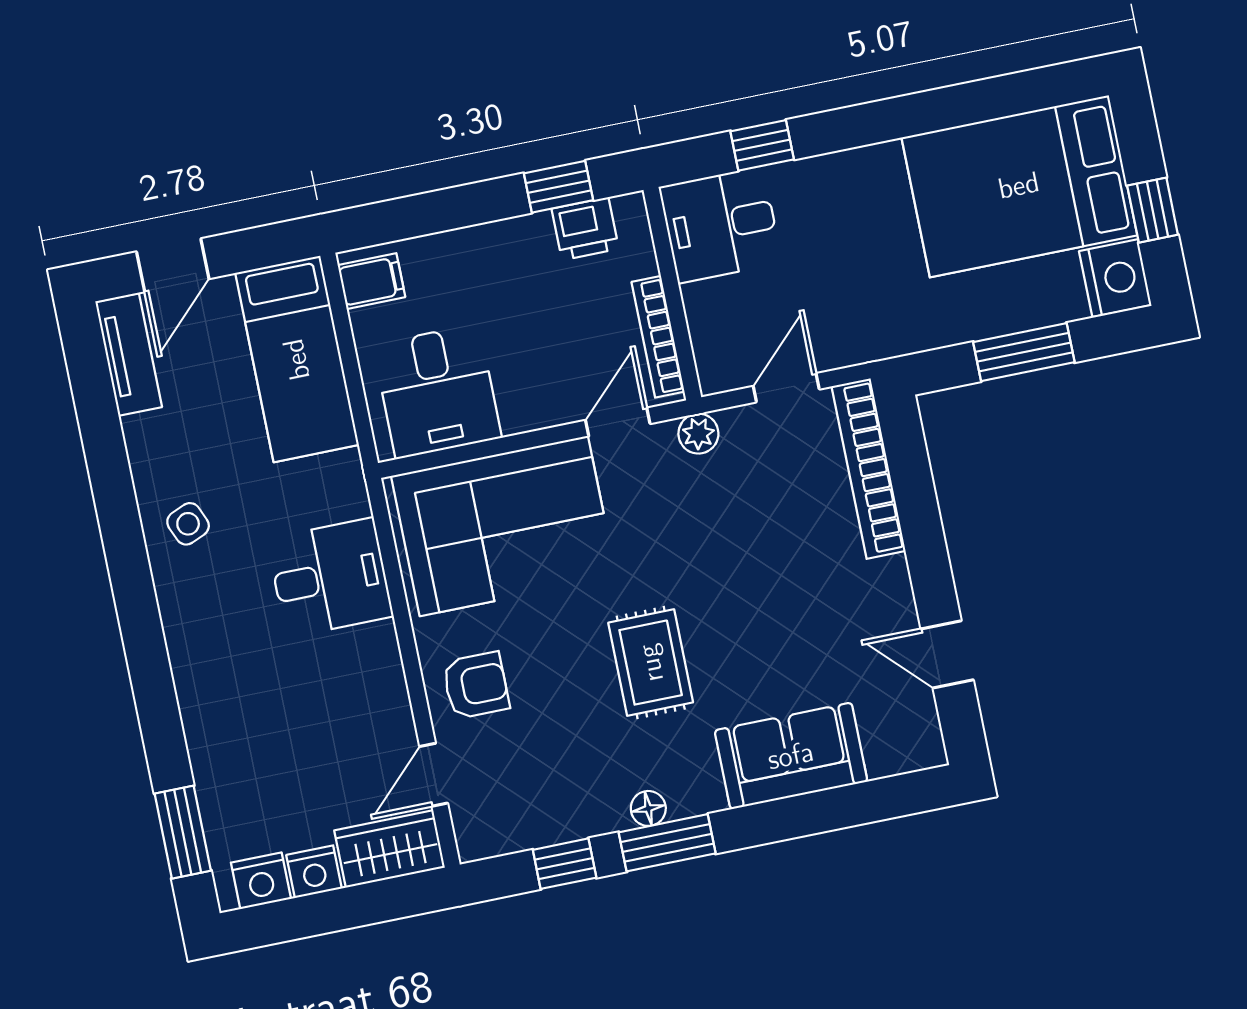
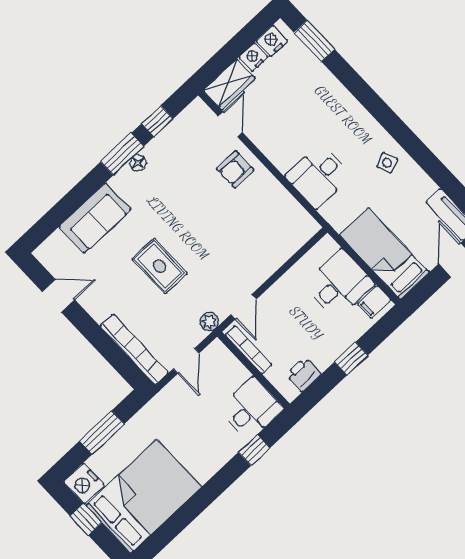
window: (559, 187) -> (351, 359), moved
desk: (437, 391) -> (339, 284), moved, turned 90
corner sofa: (504, 526) -> (263, 238), removed
rug: (651, 663) -> (160, 266), moved

